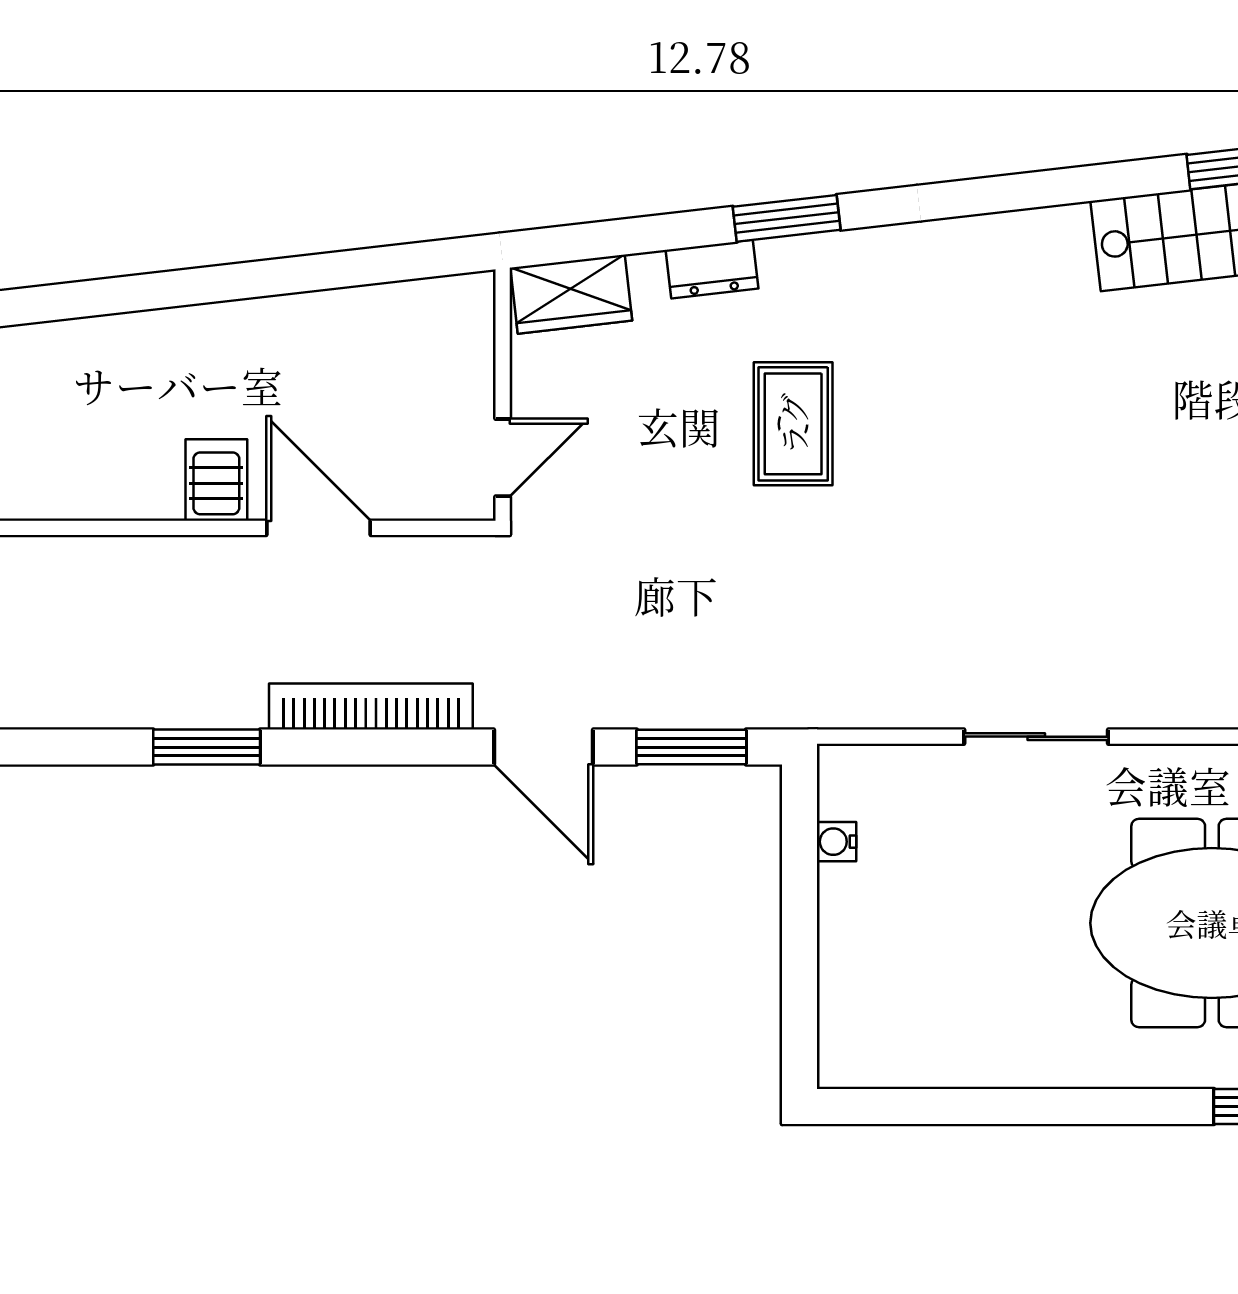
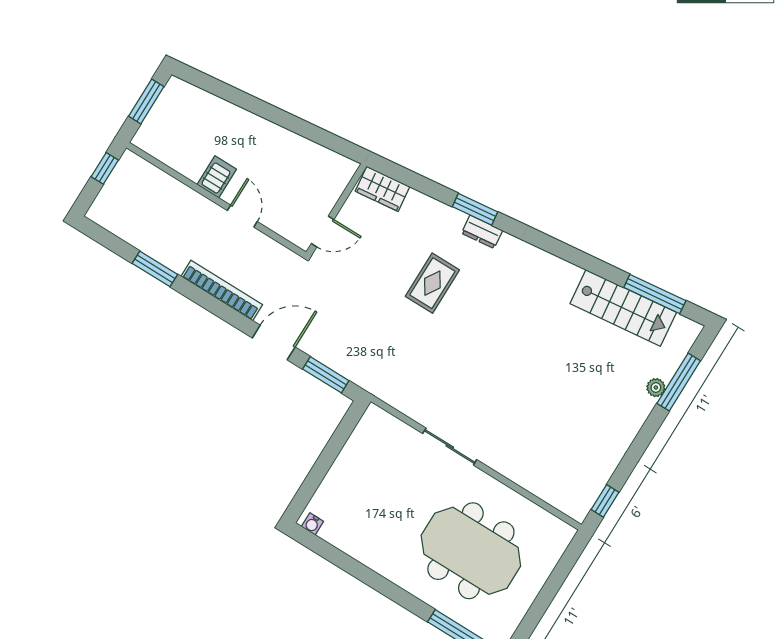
dresser: (712, 269) -> (482, 232), moved
door: (318, 528) -> (242, 216), width x0.73
door: (543, 747) -> (274, 343), swing flipped
water cooler: (836, 842) -> (312, 524), moved, turned -90

